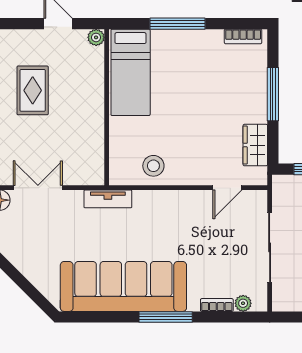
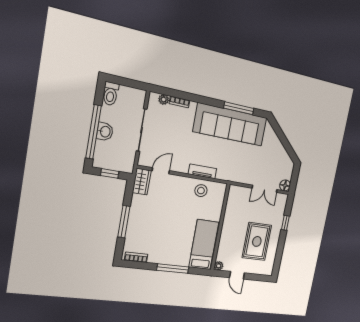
rug: (33, 90) -> (257, 241), width x1.36, depth x1.43
wardrobe: (255, 145) -> (142, 182), moved
tv unit: (108, 199) -> (202, 171), moved
window: (166, 317) -> (239, 108), moved

